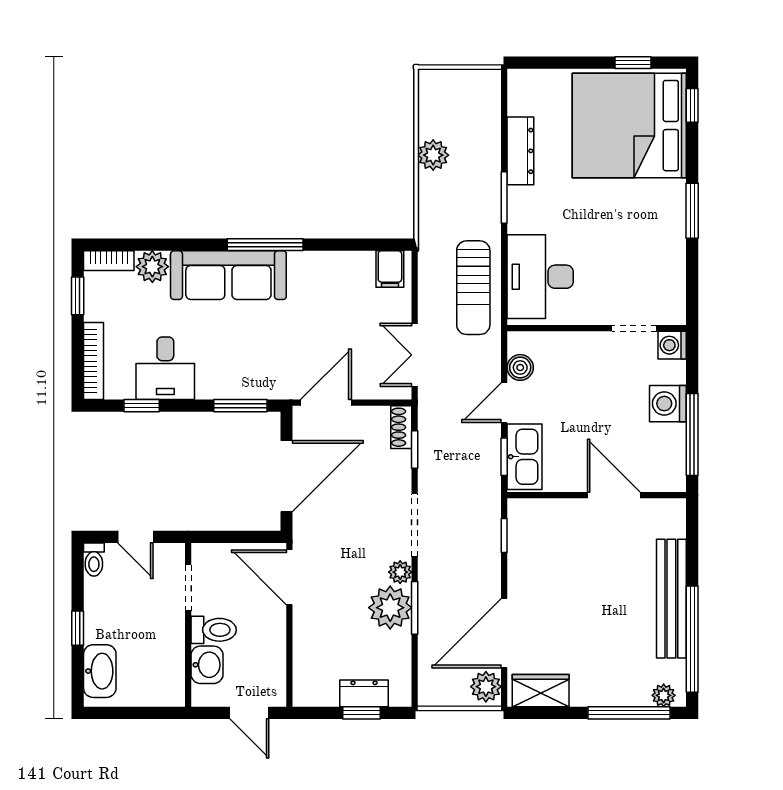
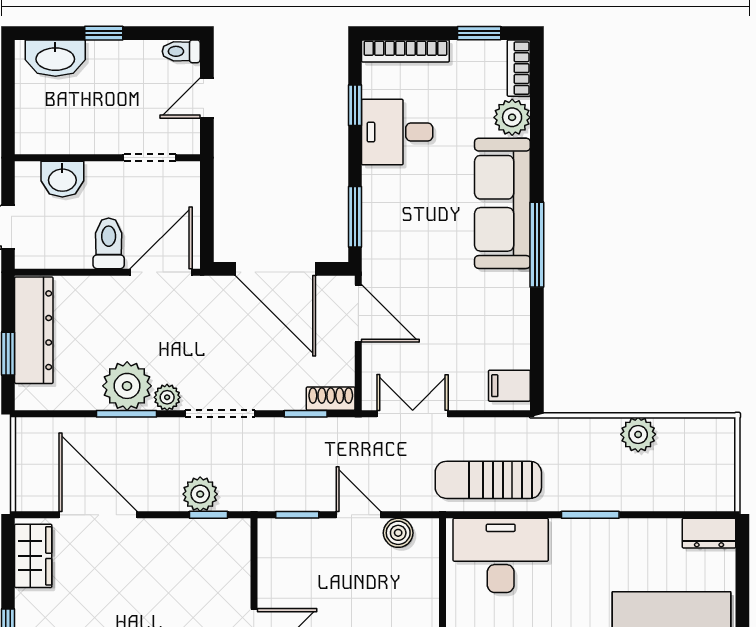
dresser: (520, 151) -> (709, 533), moved, width x0.70
kitchen sink: (525, 457) -> (297, 538), removed
toilet: (214, 630) -> (109, 243), moved, turned 180
plant: (486, 687) -> (200, 494), moved
dresser: (364, 693) -> (34, 330), width x1.96, depth x1.24

